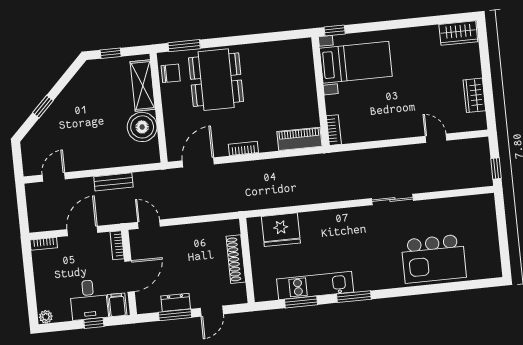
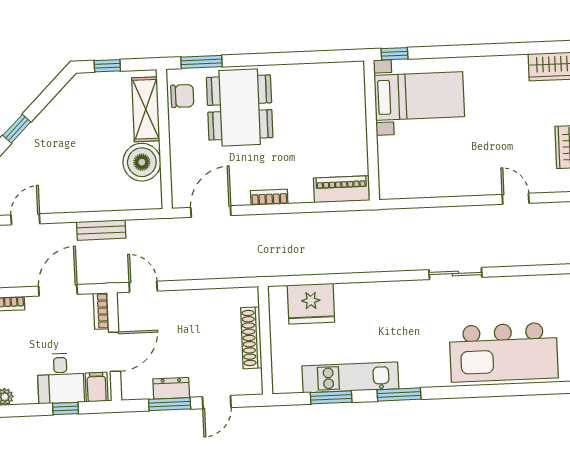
bookcase: (334, 130) -> (386, 181), removed
kitchen island: (434, 259) -> (504, 352), width x1.37

